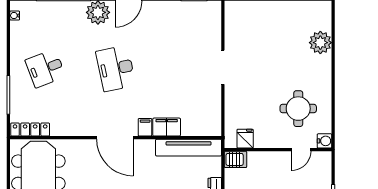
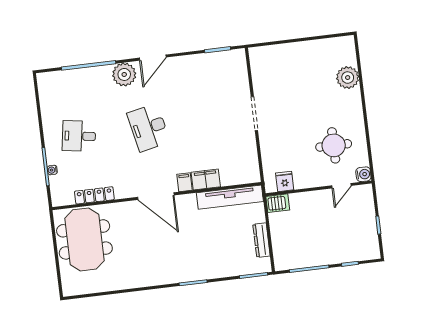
water cooler: (15, 16) -> (52, 170), moved
desk: (45, 68) -> (79, 136), turned 30
locker: (30, 130) -> (94, 195), moved

